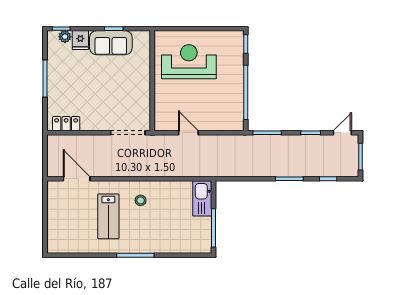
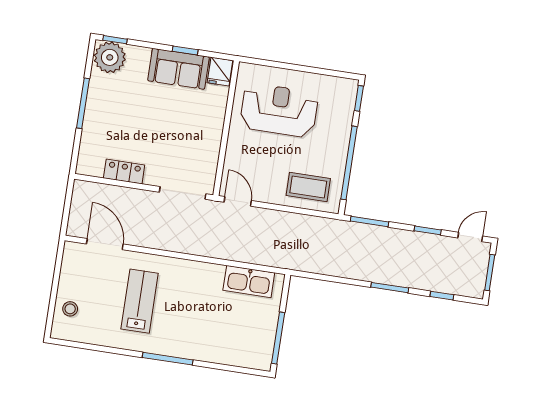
plant: (65, 37) -> (110, 57), width x1.87, depth x1.87
fridge: (80, 40) -> (220, 72), moved
coffee table: (219, 114) -> (308, 187), added
locker: (66, 124) -> (124, 172), moved
door: (188, 133) -> (238, 201), moved
kitchen sink: (202, 198) -> (249, 281), moved, turned -90
stool: (141, 200) -> (70, 309), moved
lab bench: (108, 216) -> (140, 301), turned 180

